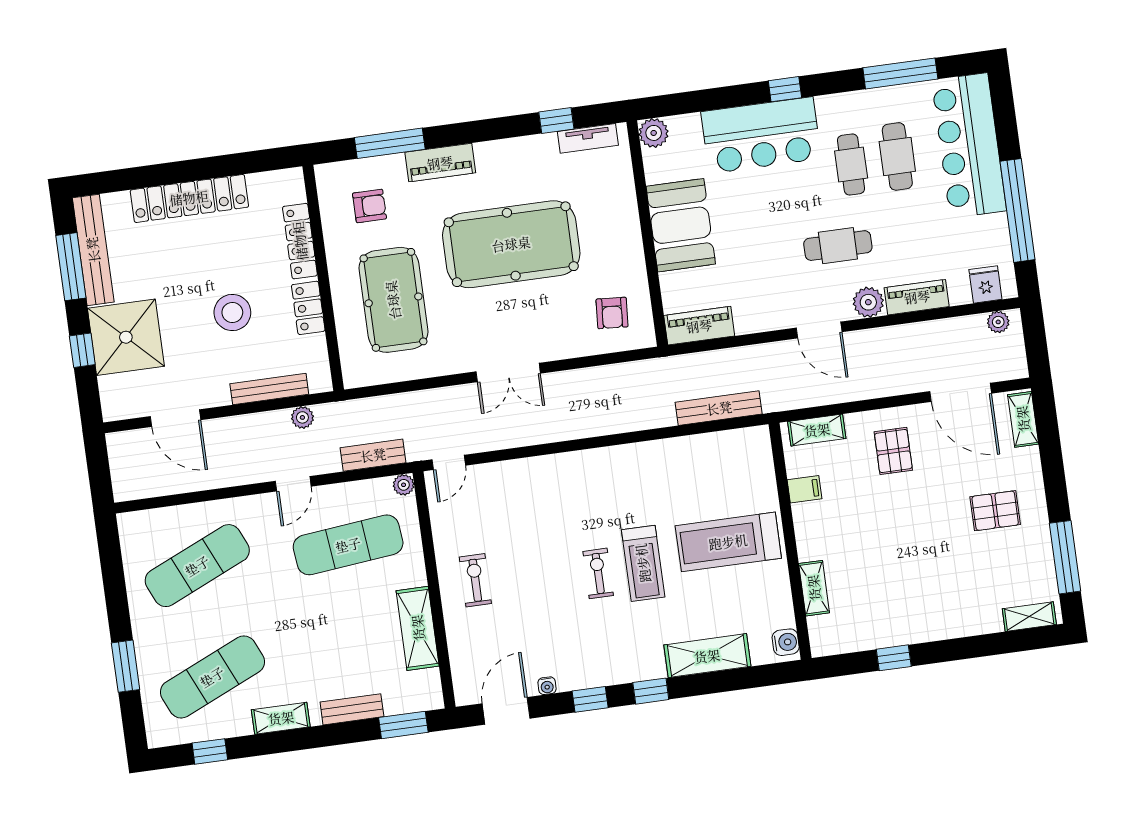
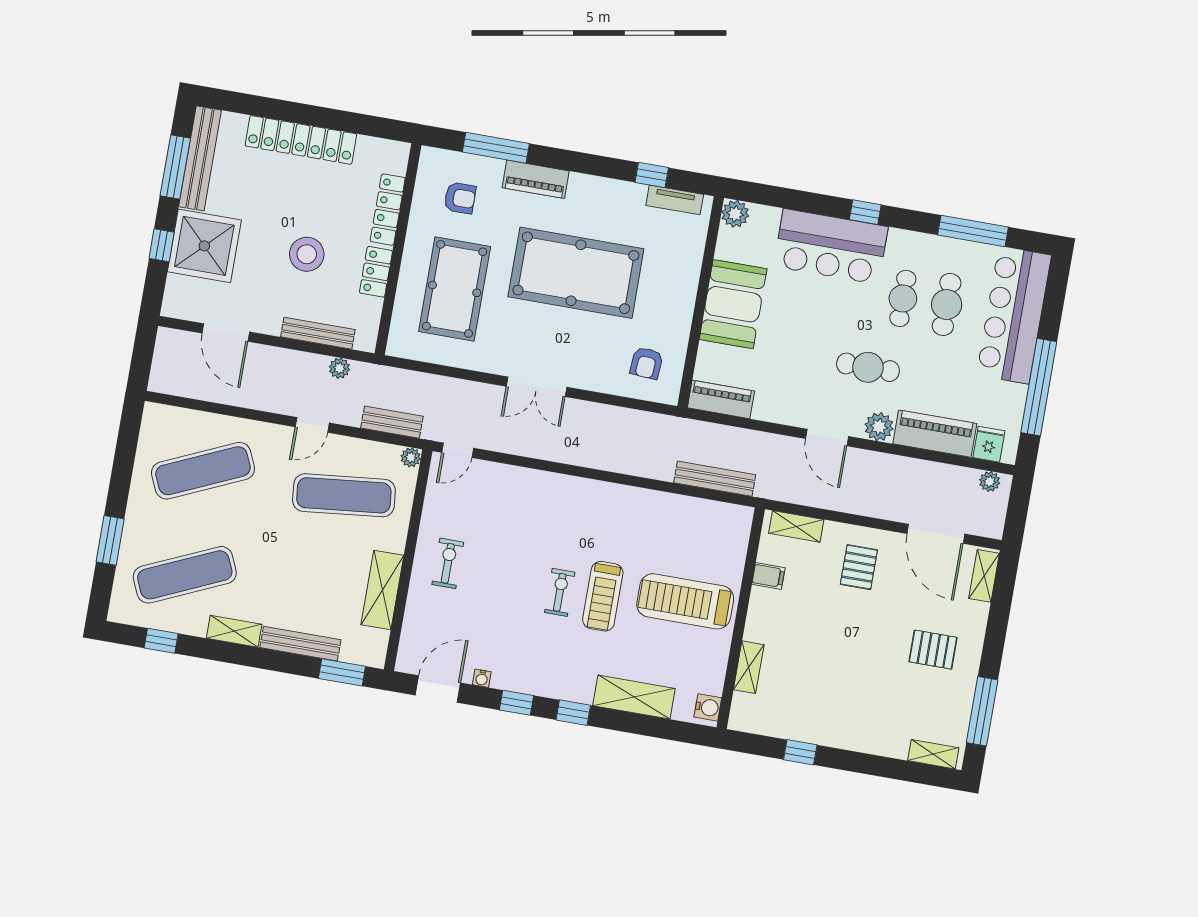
piano: (917, 297) -> (935, 434), width x1.37, depth x1.33
bench: (352, 709) -> (300, 644), width x1.36

